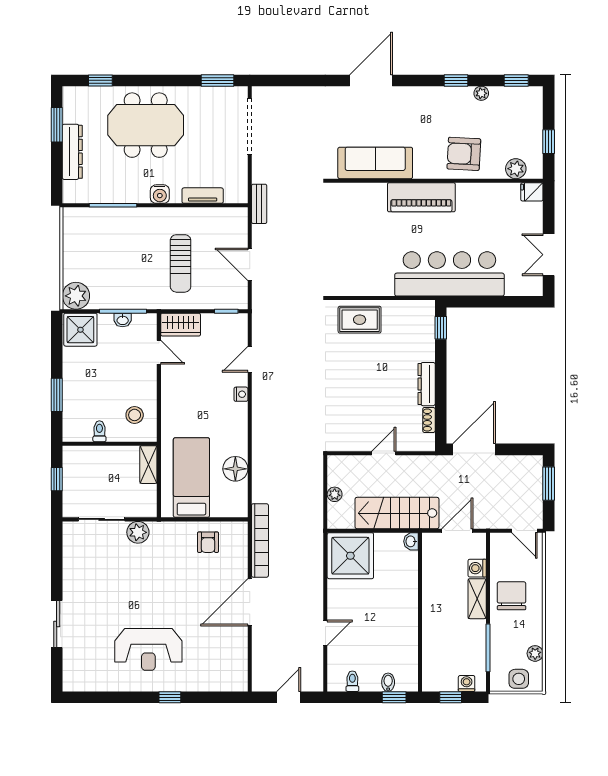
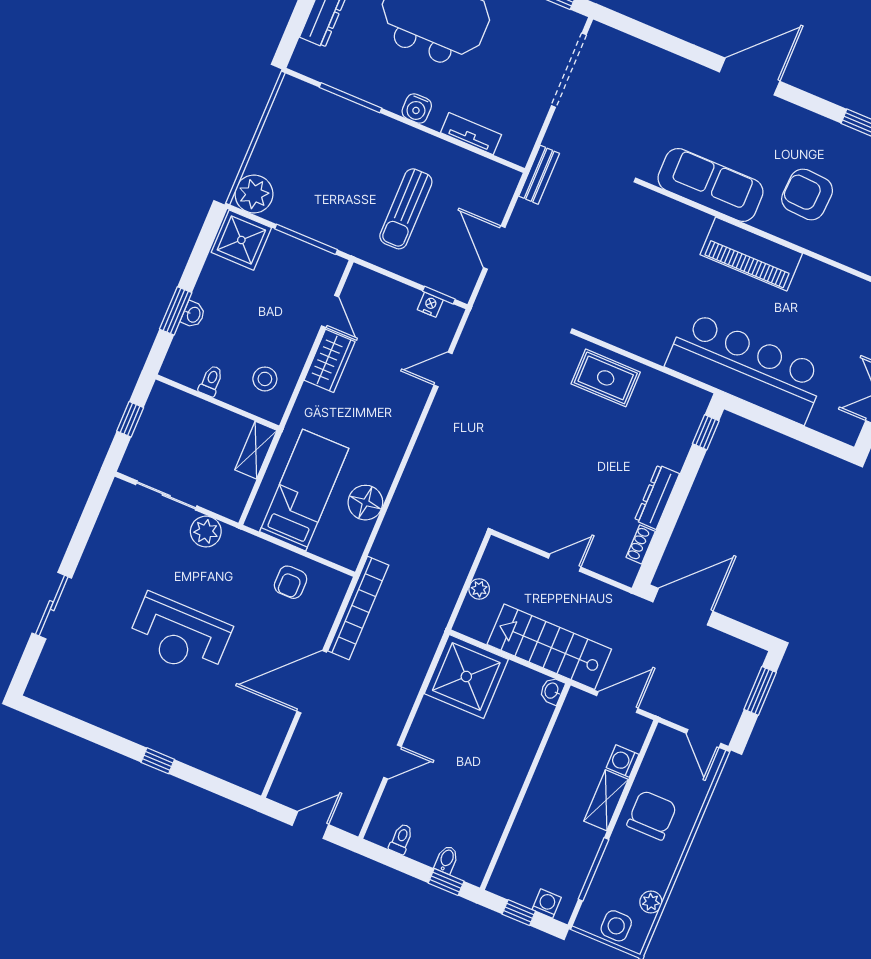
armchair: (464, 154) -> (807, 194), moved
washbasin: (123, 320) -> (193, 314), moved, turned -90
wardrobe: (181, 325) -> (330, 361), moved, turned -90
nightstand: (241, 394) -> (430, 305), moved, turned -90
reception desk: (148, 649) -> (179, 635), moved

